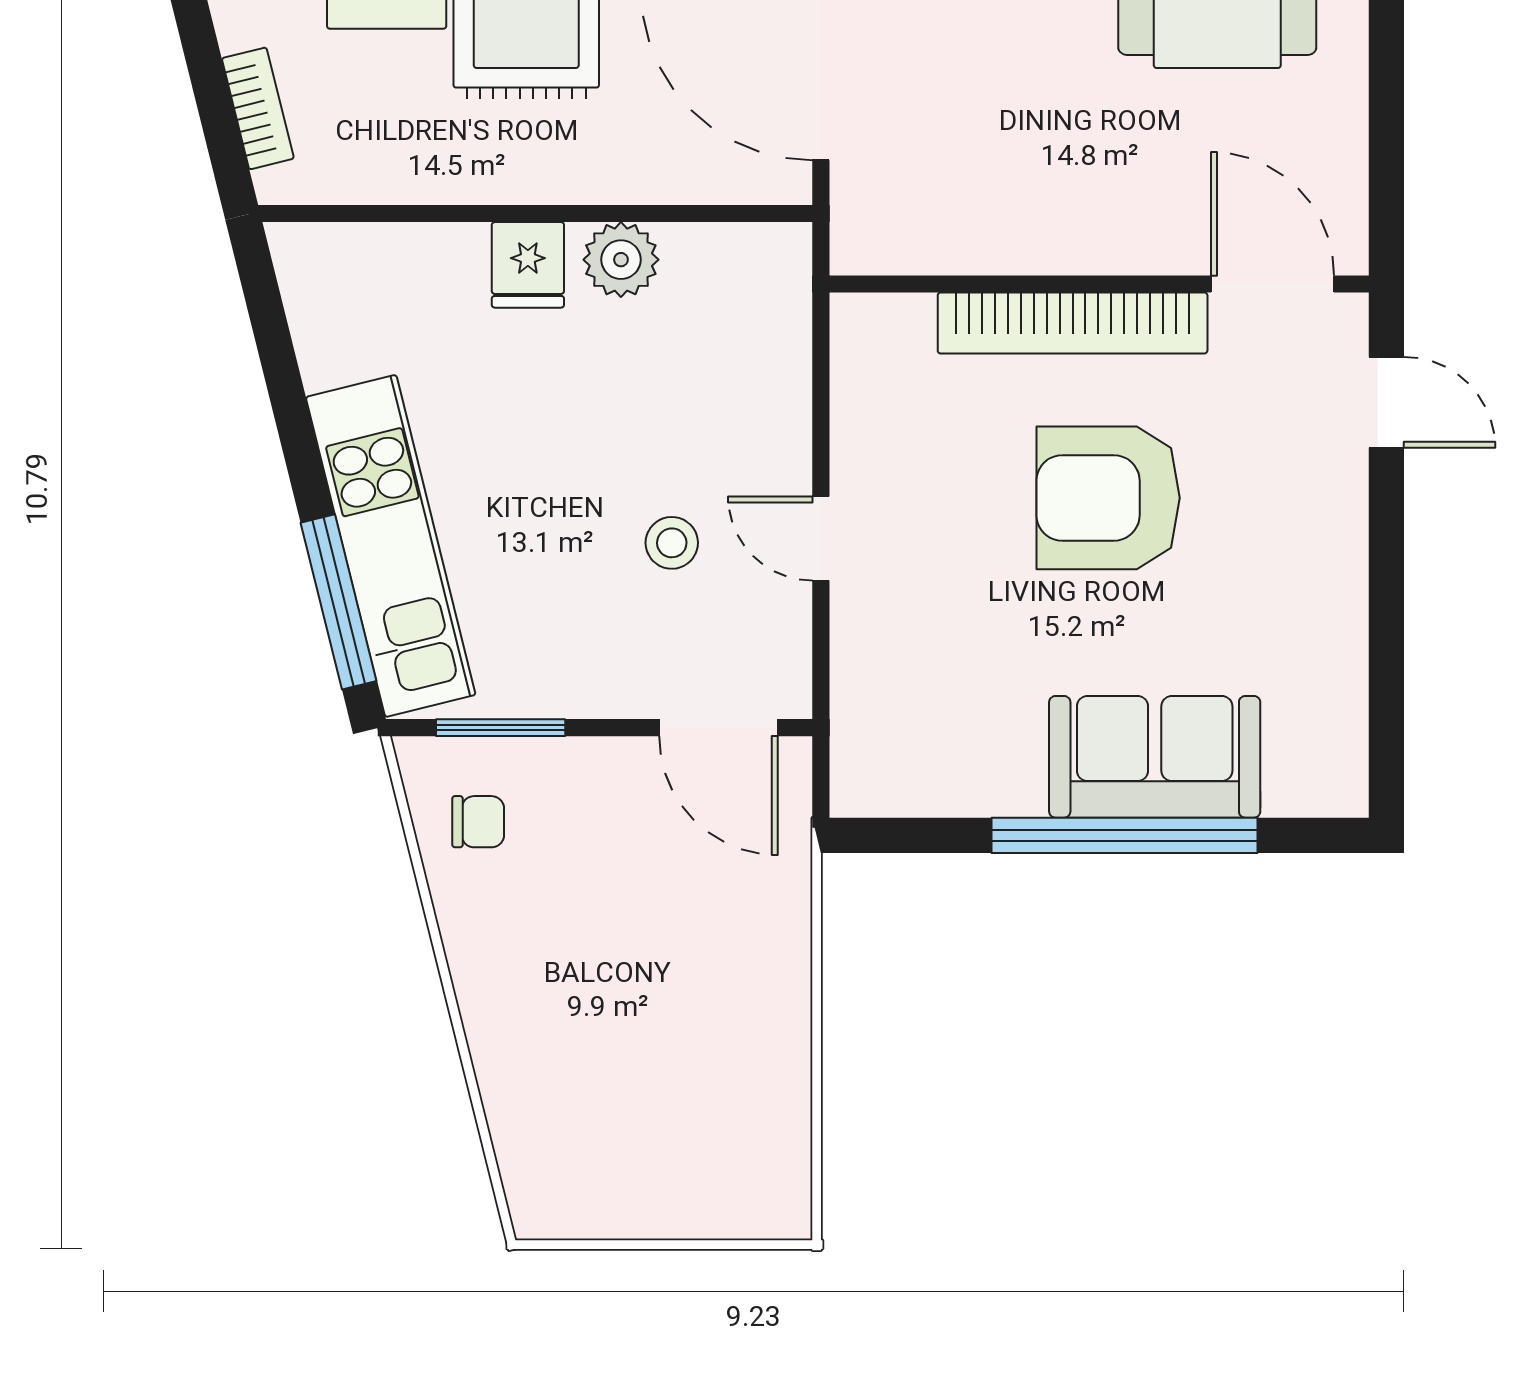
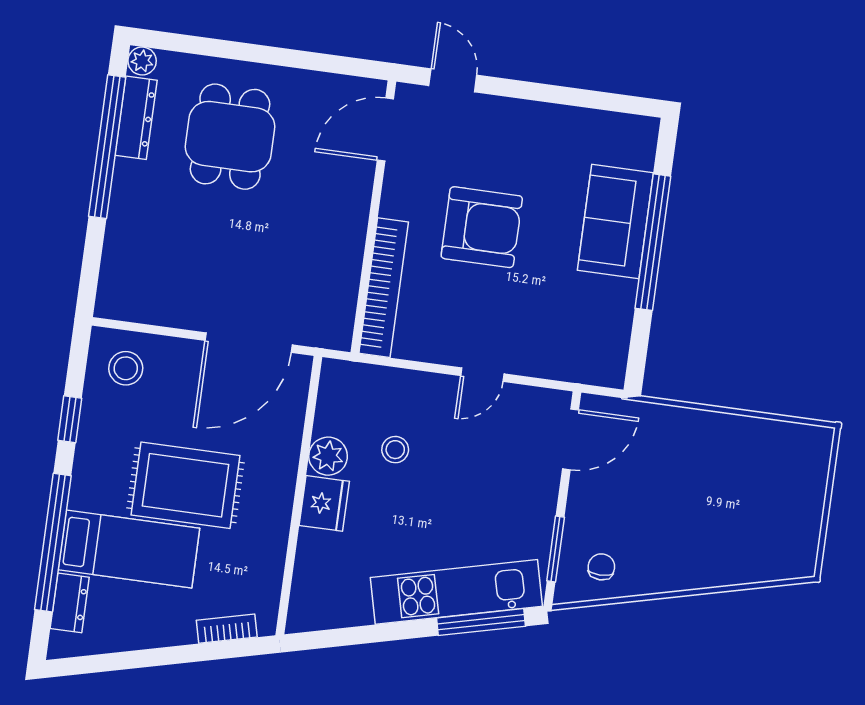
fridge: (528, 265) -> (324, 503), width x1.38
bookcase: (1073, 323) -> (384, 288), moved
door: (1386, 402) -> (453, 80), hinge flipped
armchair: (1108, 498) -> (482, 227), turned -90
stool: (672, 543) -> (395, 450), moved

